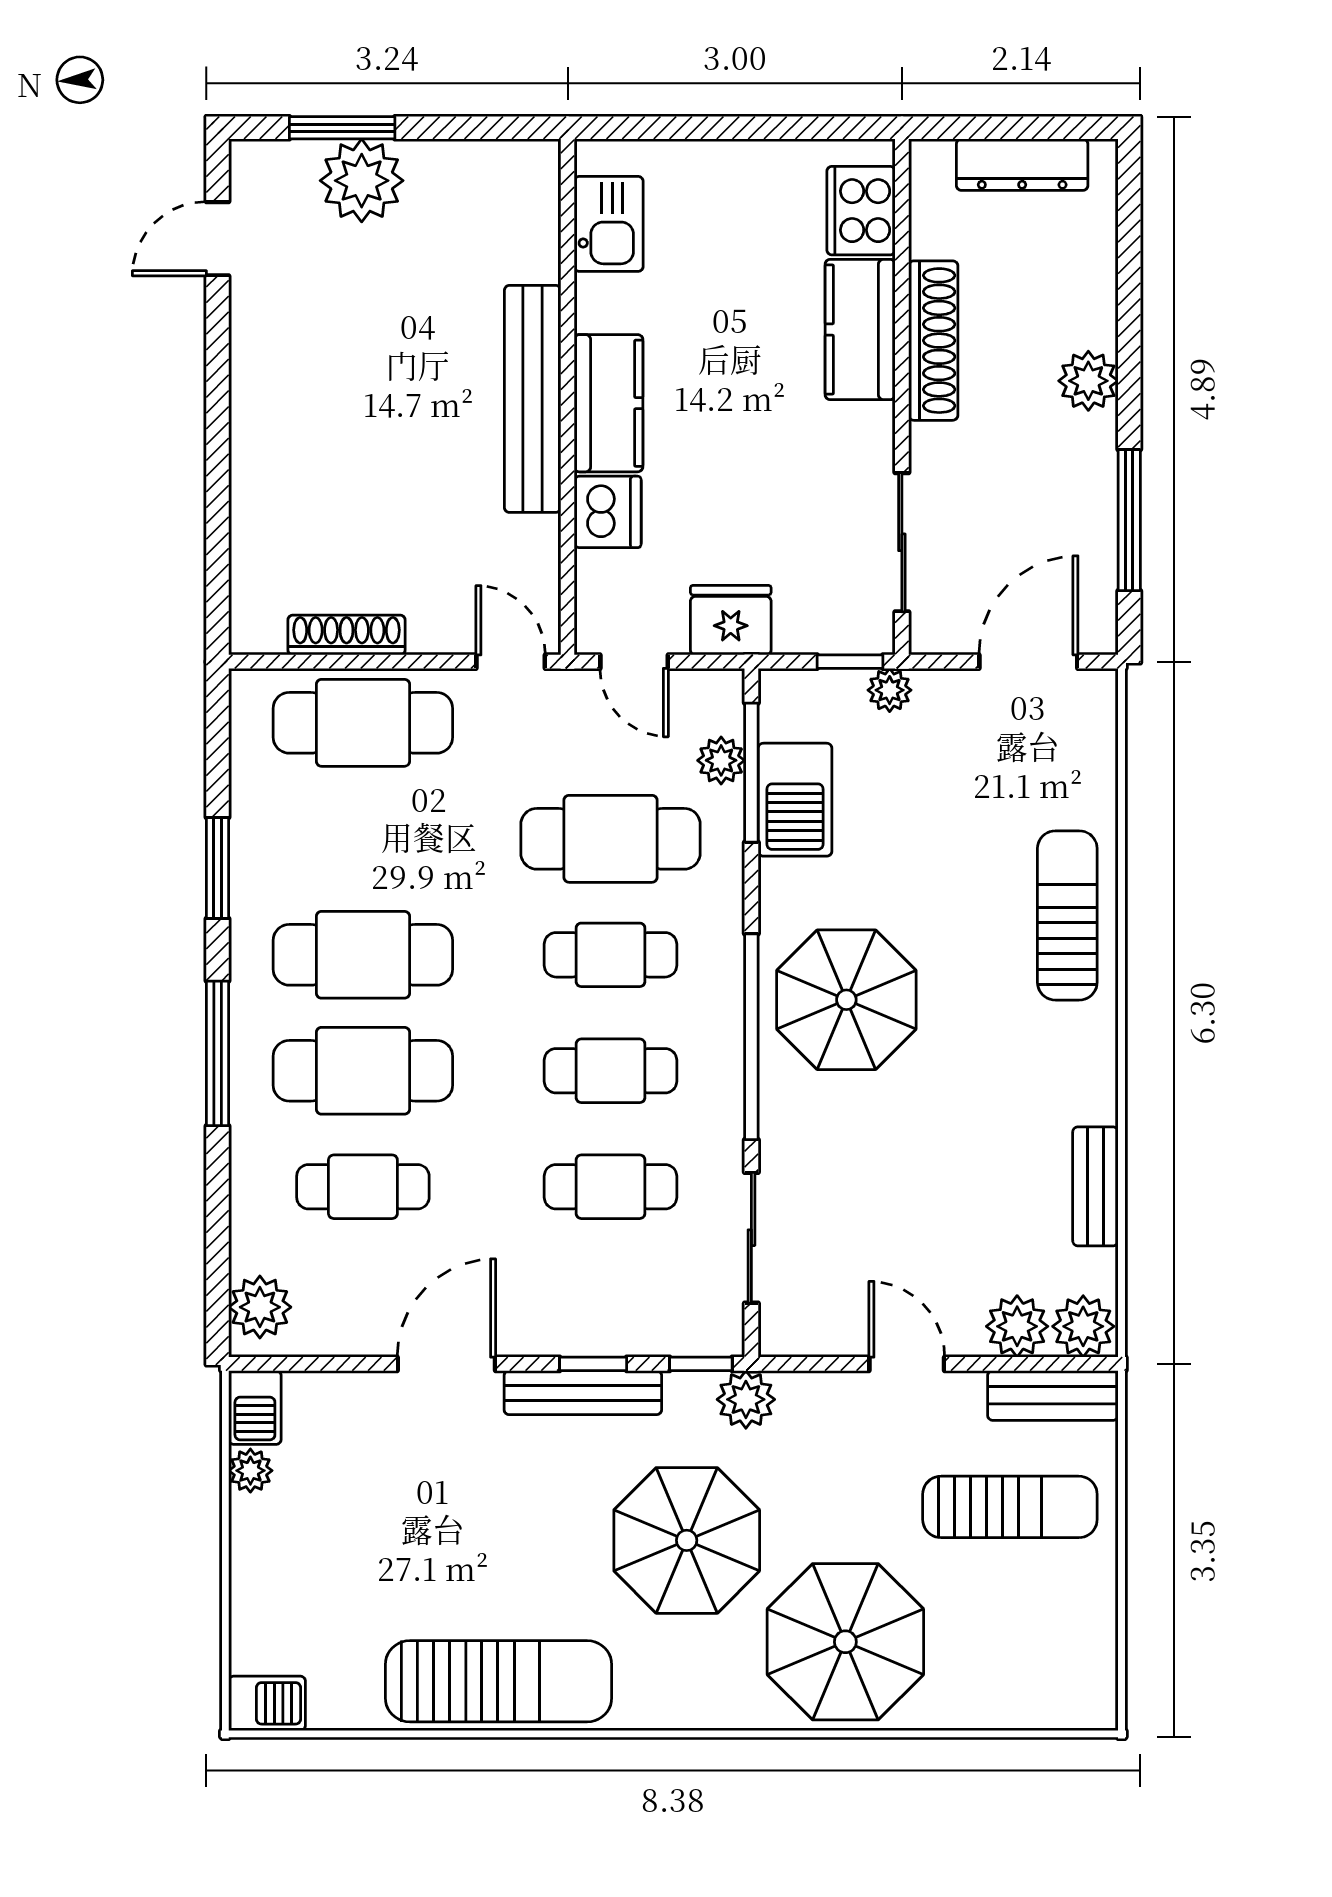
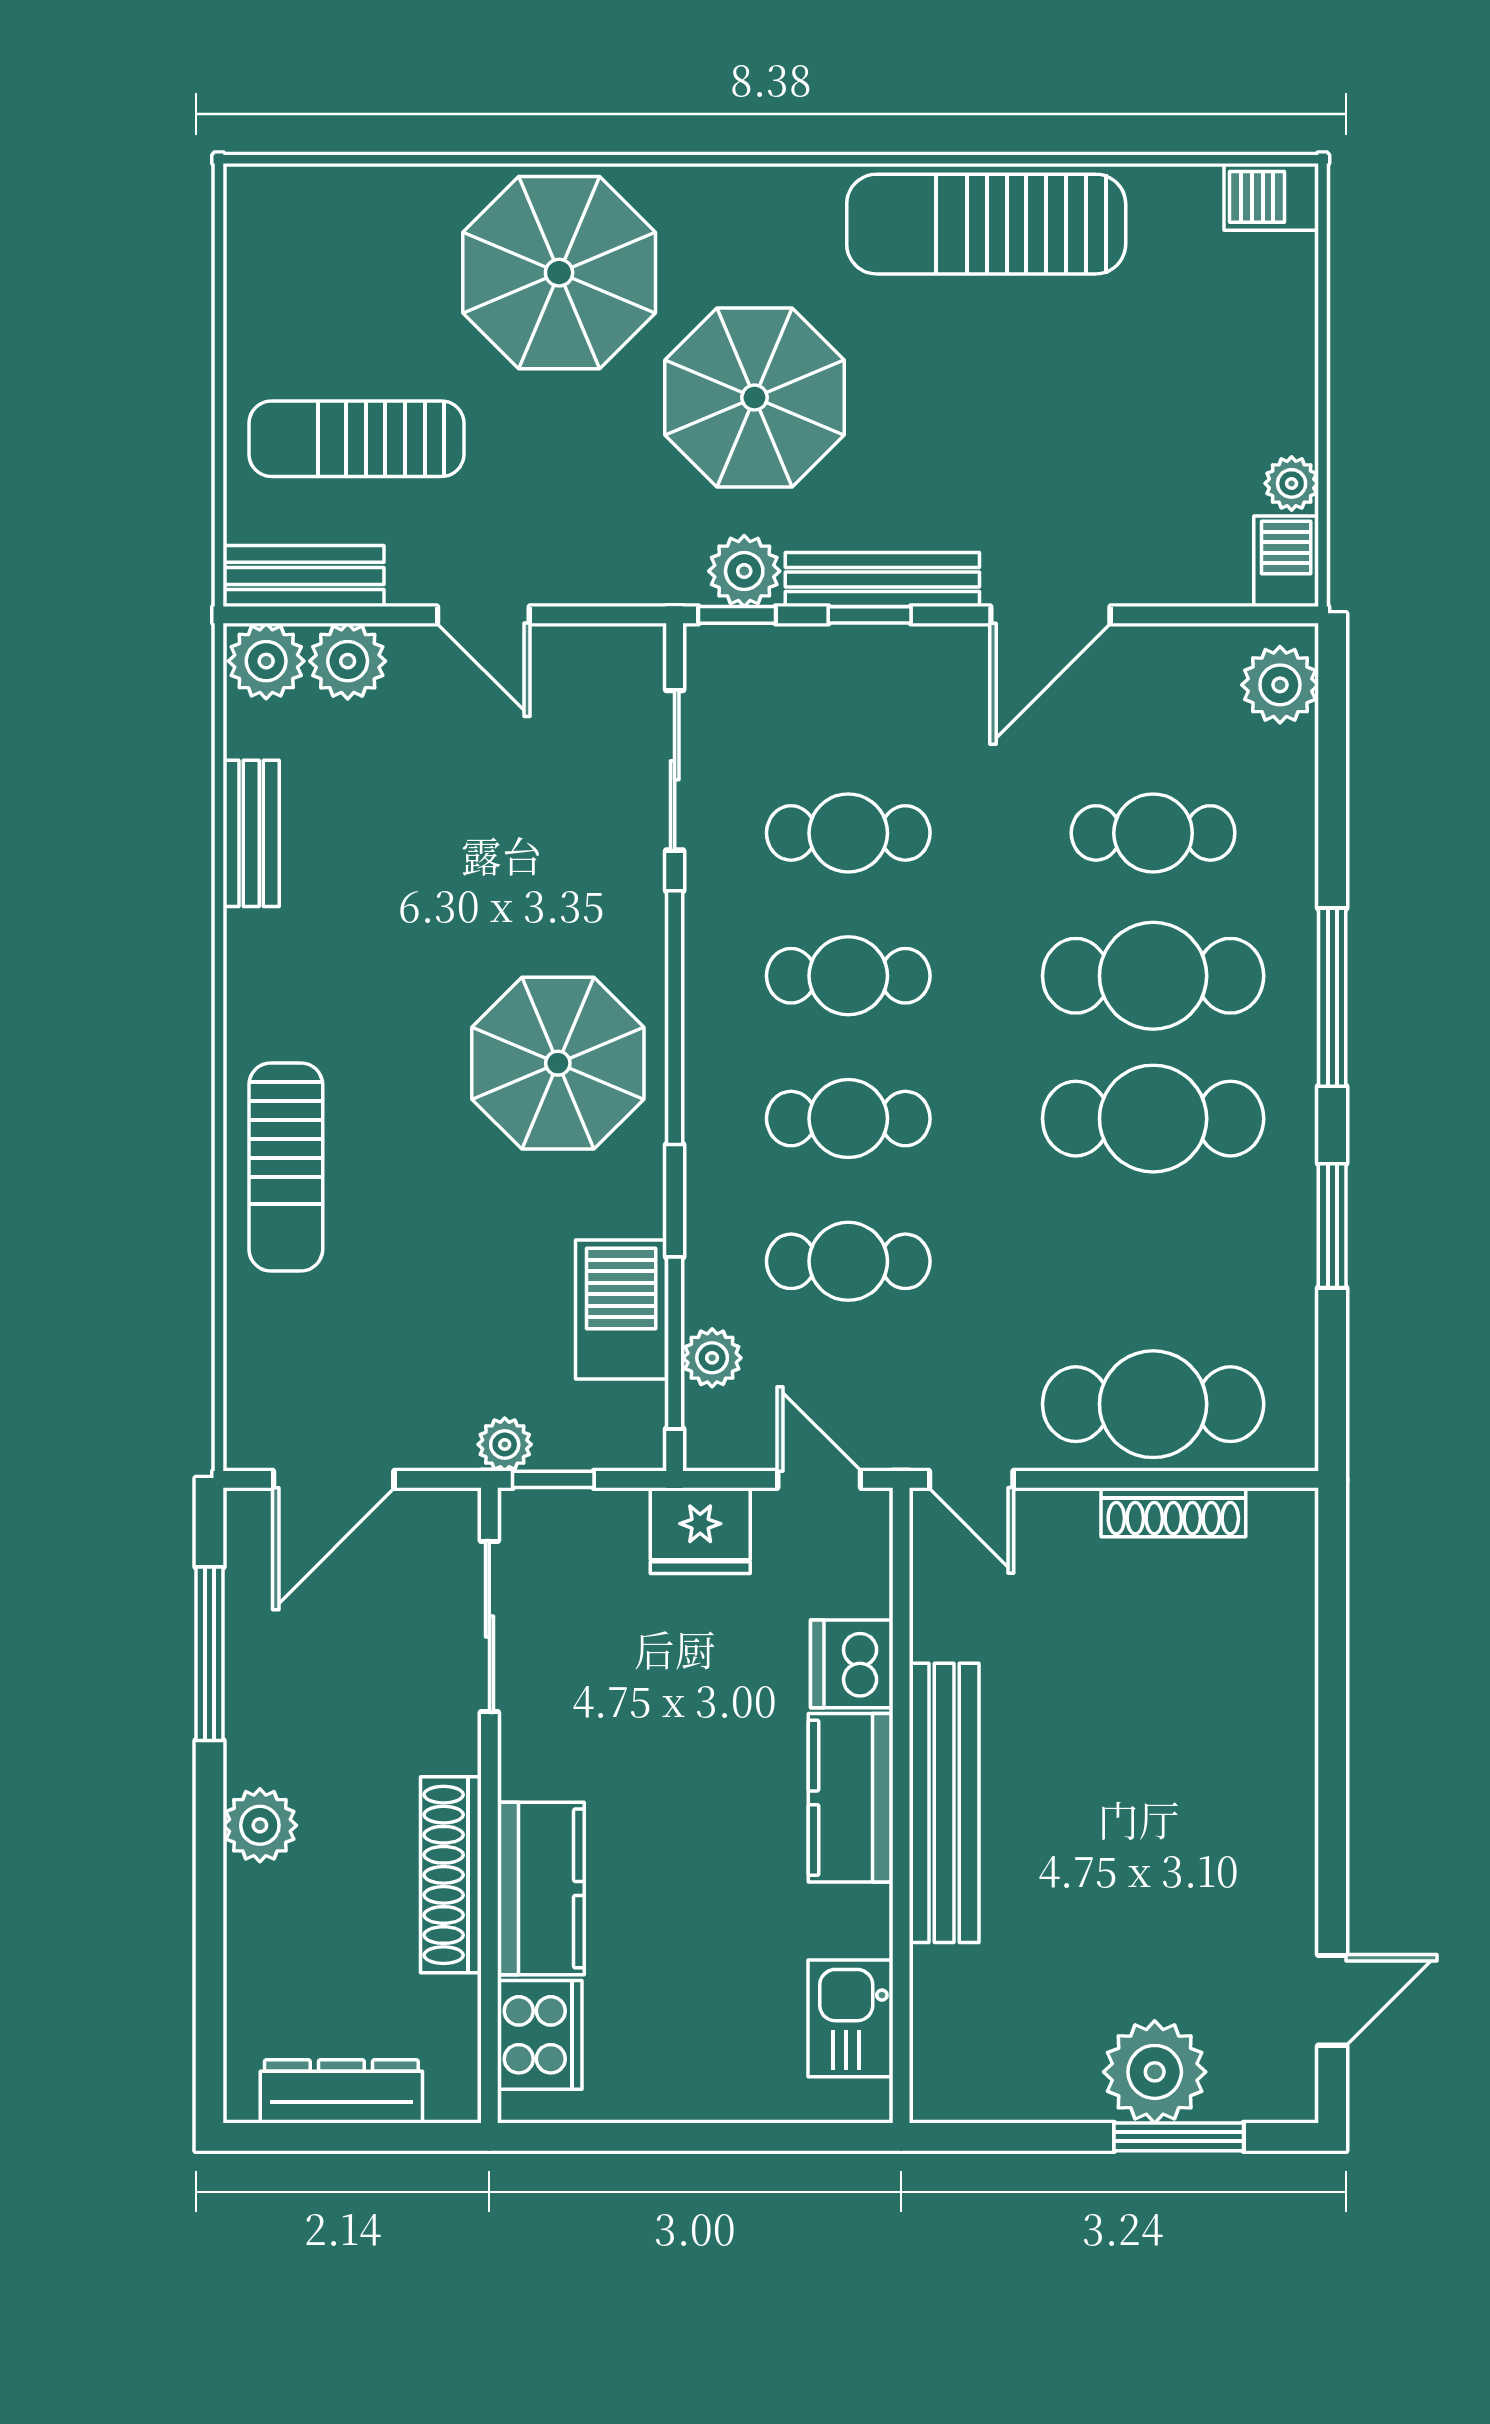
cafe table: (611, 839) -> (848, 1261), width x0.73, depth x0.74
plant: (746, 1399) -> (744, 571), moved

